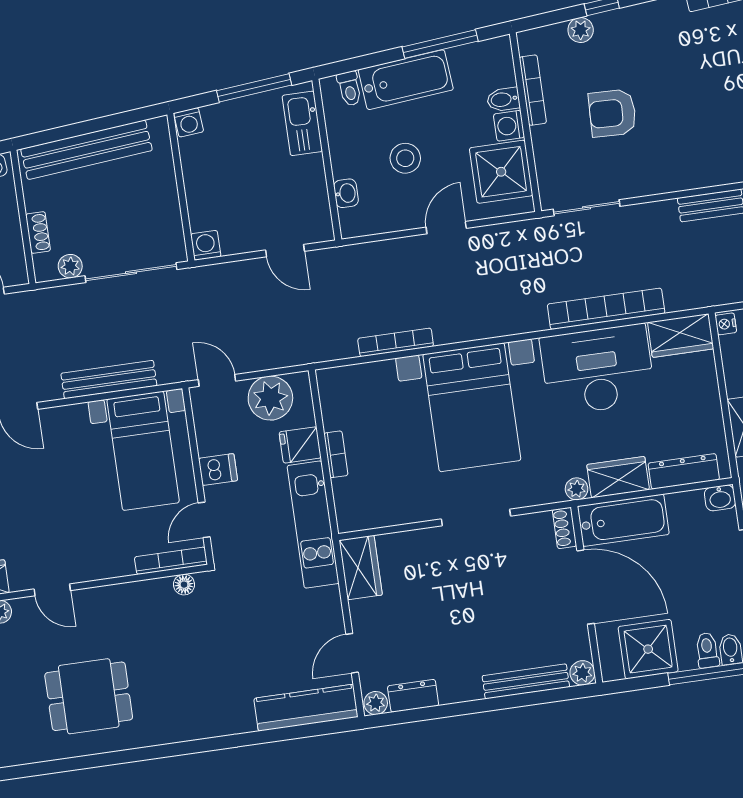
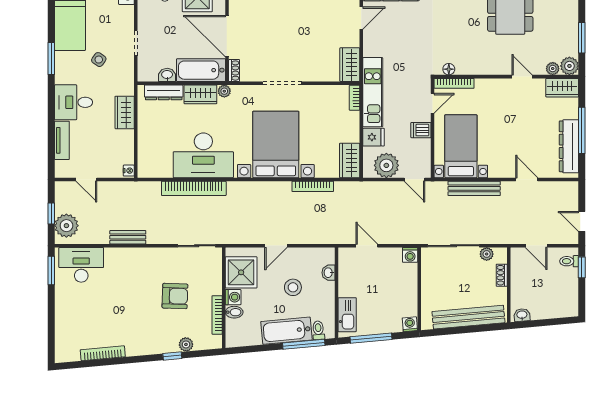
window: (440, 44) -> (304, 344), moved
wardrobe: (681, 335) -> (350, 160), moved, turned -90
bookcase: (336, 454) -> (355, 98), moved
washbasin: (720, 498) -> (167, 75), moved

